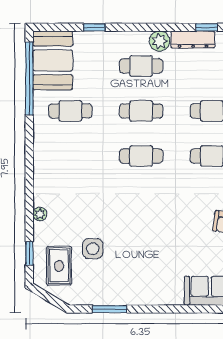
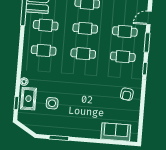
cafe table: (70, 156) -> (44, 50), added
rug: (59, 266) -> (28, 99), moved

